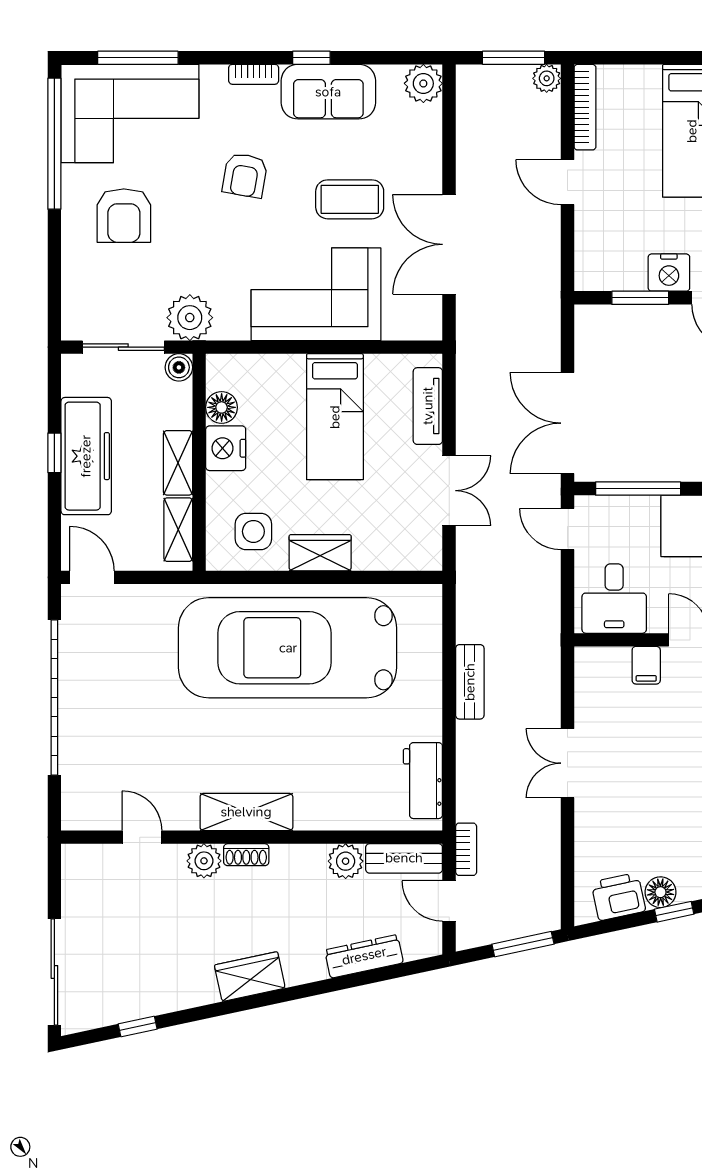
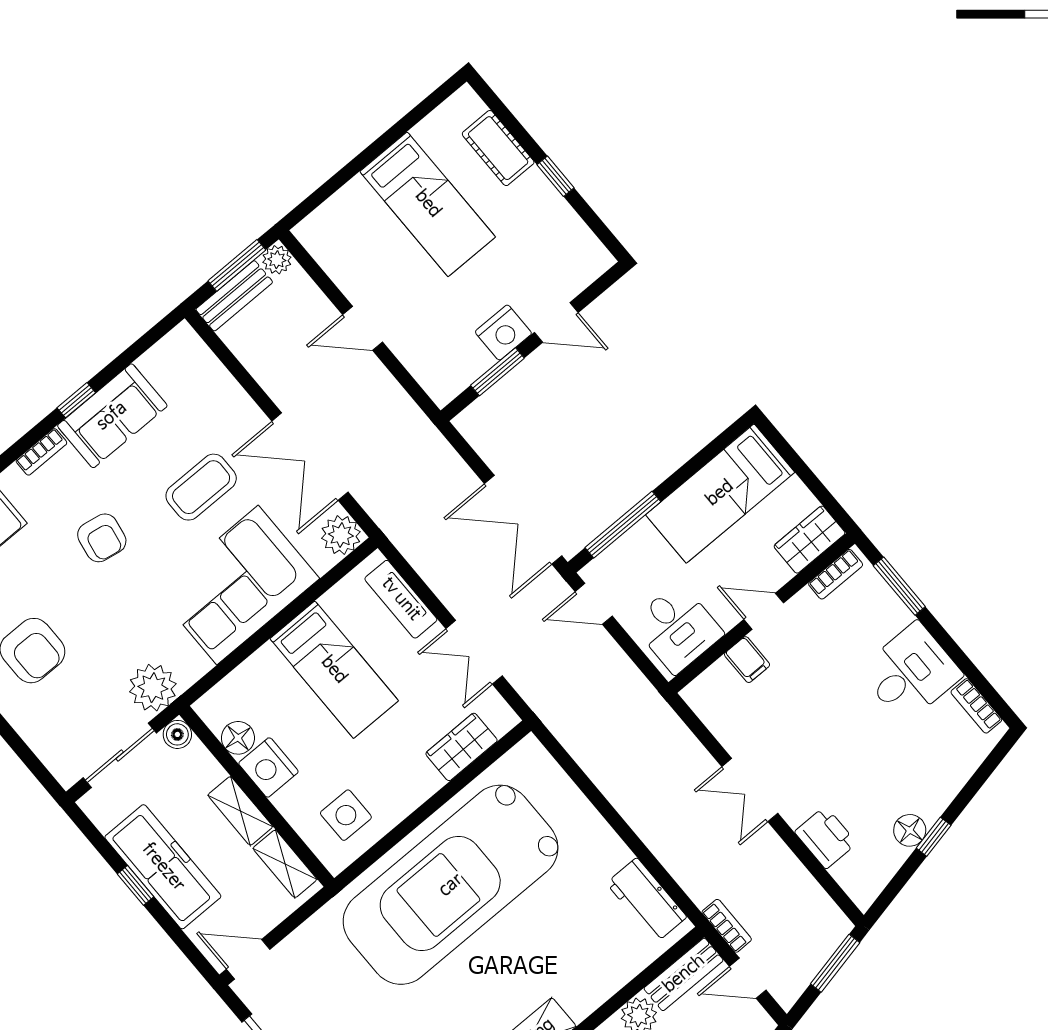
plant: (423, 83) -> (341, 535), moved
bookcase: (585, 107) -> (327, 257), removed
double door: (449, 491) -> (474, 652), swing flipped
wardrobe: (320, 553) -> (461, 747), moved
bench: (470, 682) -> (234, 296), moved, turned 90
printer: (618, 897) -> (826, 838), moved, turned 102

